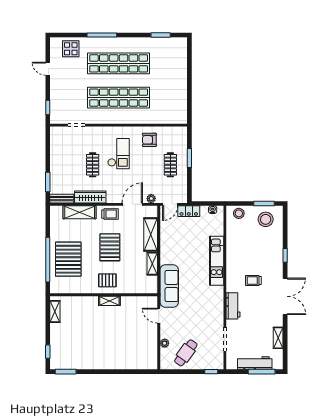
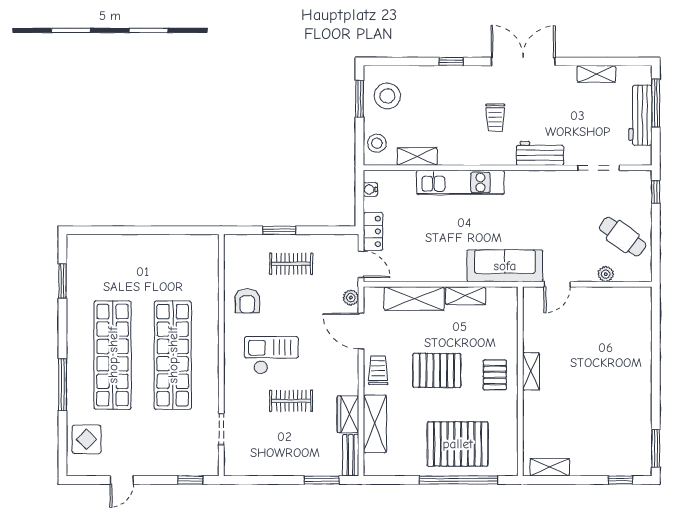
wardrobe: (90, 197) -> (348, 414), width x0.67
shelving: (231, 236) -> (417, 157), added

